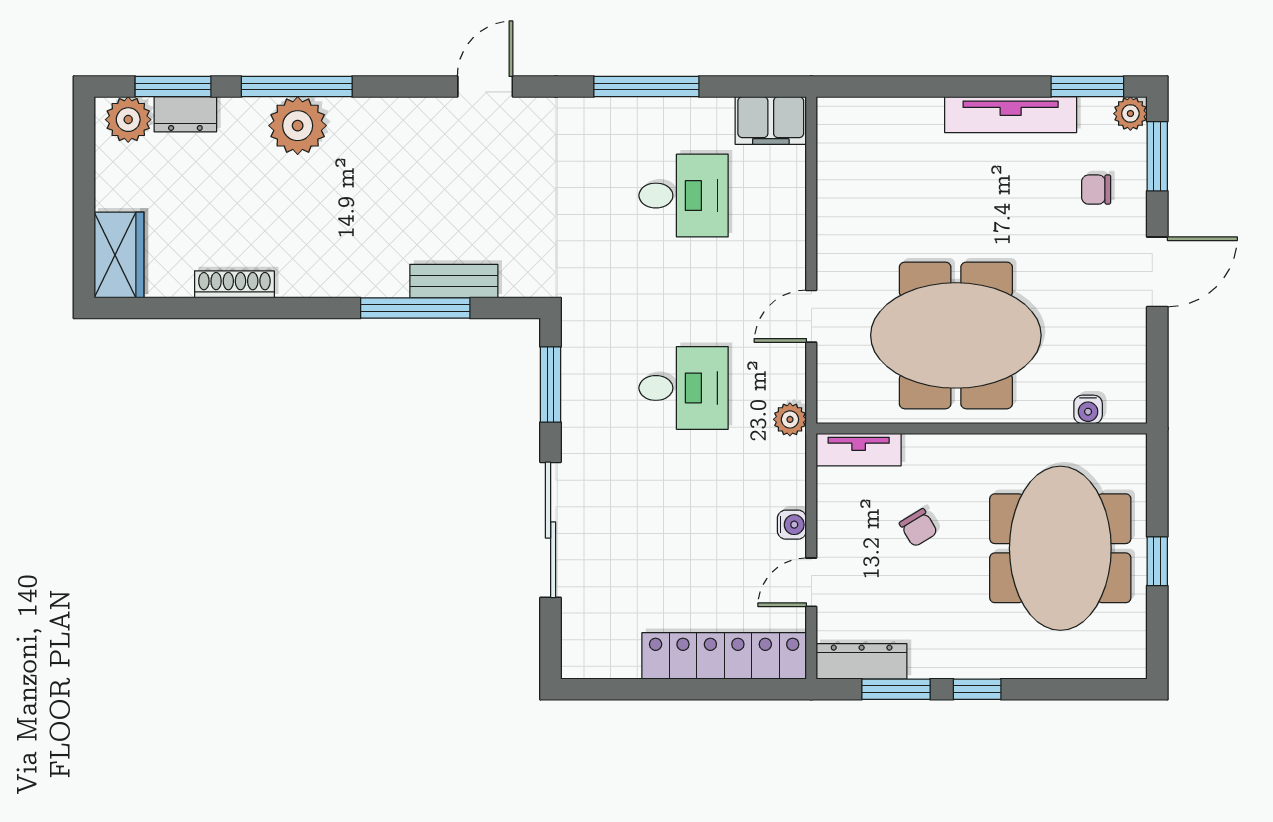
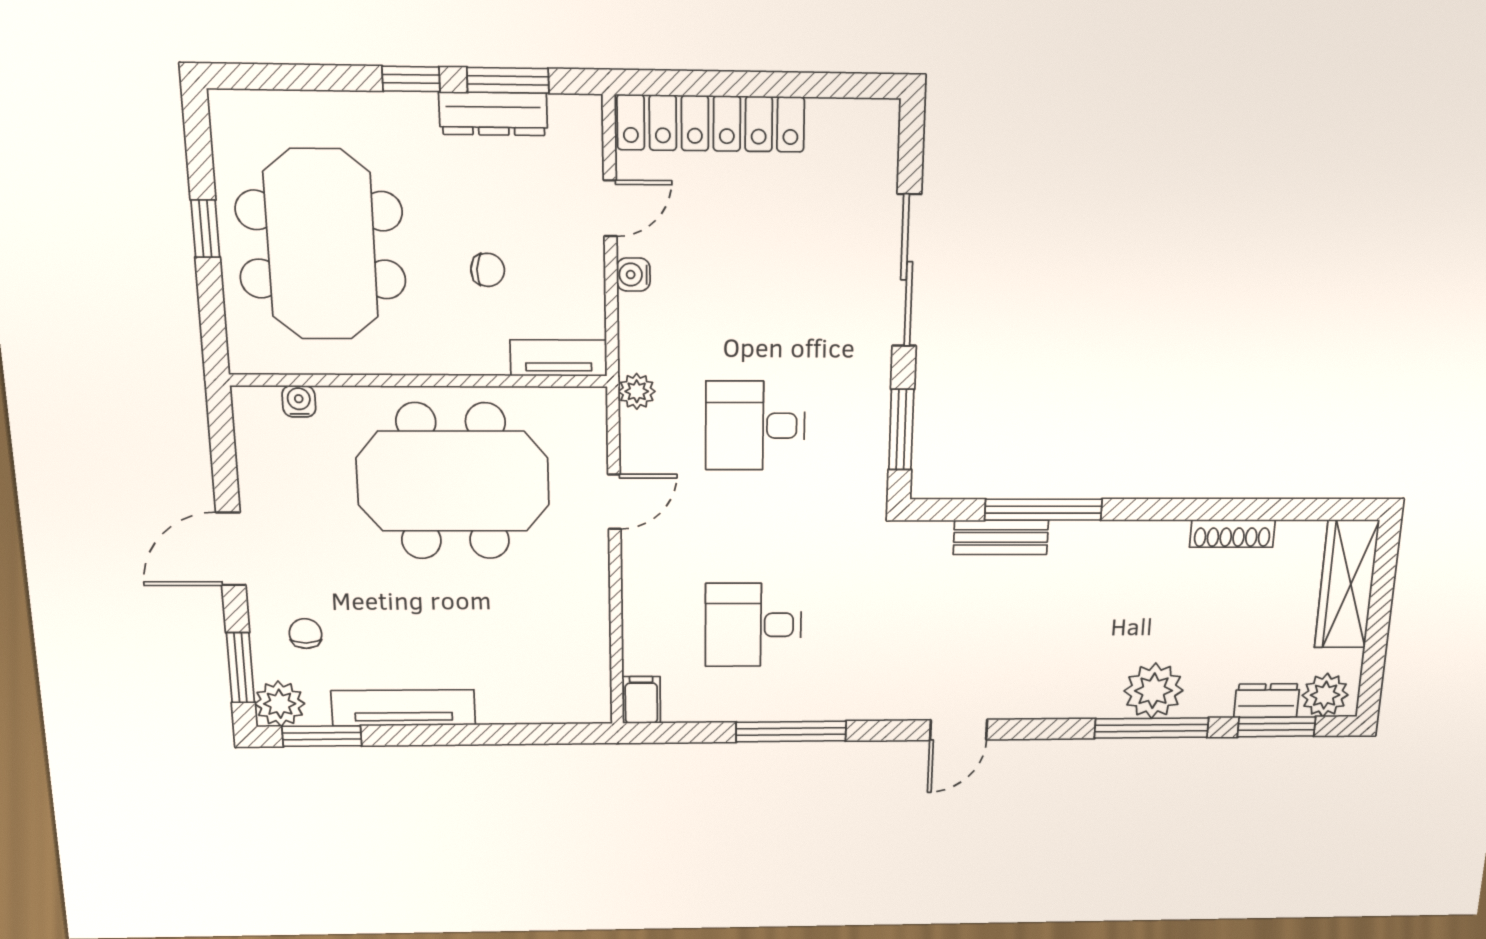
plant: (1130, 114) -> (280, 704), width x1.38, depth x1.38
filing cabinet: (771, 121) -> (641, 700), width x0.50
chair: (1096, 190) -> (305, 634), turned -90
wardrobe: (119, 255) -> (1347, 584), width x1.50
chair: (918, 528) -> (488, 270), turned 124
dresser: (862, 661) -> (493, 114), moved

